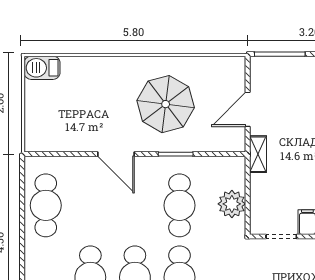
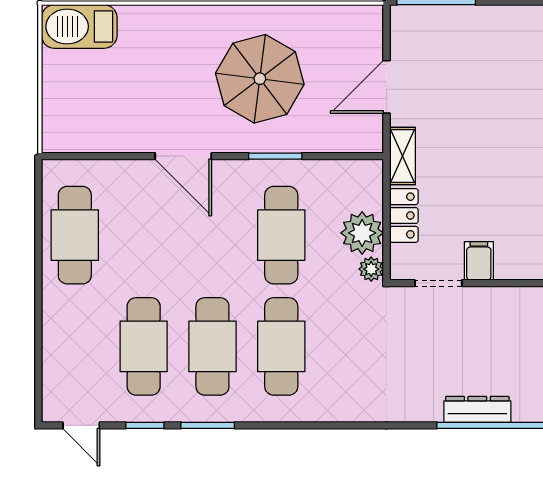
barbecue: (42, 68) -> (79, 26), width x1.37, depth x1.21
locker: (259, 193) -> (404, 215), added
plant: (238, 227) -> (371, 269), added

